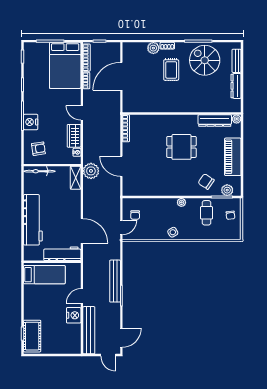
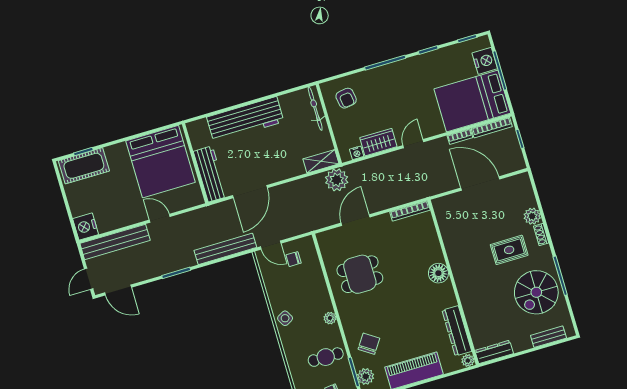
spiral stairs: (205, 60) -> (536, 292), turned 180
dresser: (236, 86) -> (494, 352), moved
nightstand: (31, 122) -> (485, 61), moved, turned 90
floor lamp: (173, 122) -> (438, 273), added
dining table: (181, 147) -> (360, 274), moved, turned 90
bed: (44, 275) -> (161, 162), width x2.04
bench: (115, 281) -> (225, 249), moved
nightstand: (74, 315) -> (86, 227), moved, turned 90

